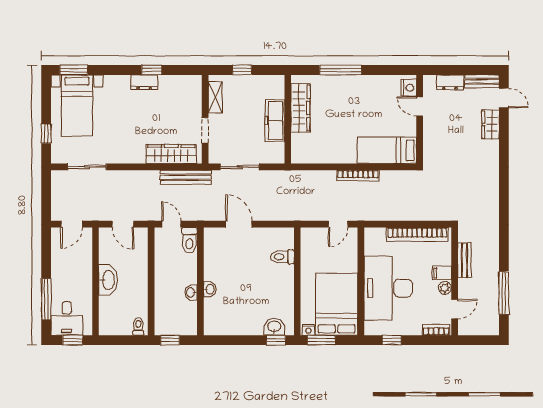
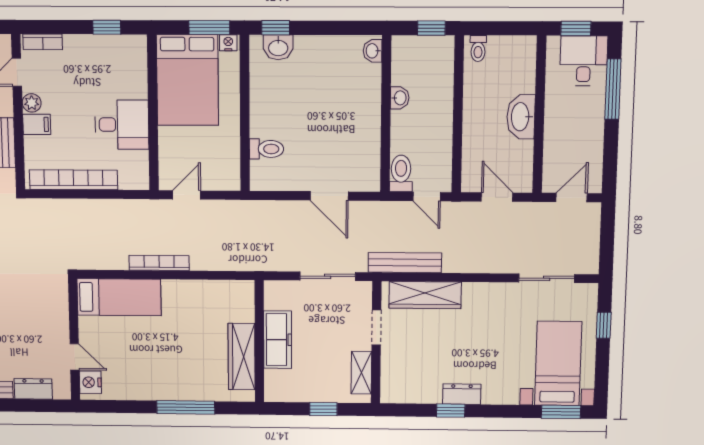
desk: (388, 288) -> (122, 125), width x0.53, depth x0.77
washbasin: (210, 289) -> (373, 51), moved

